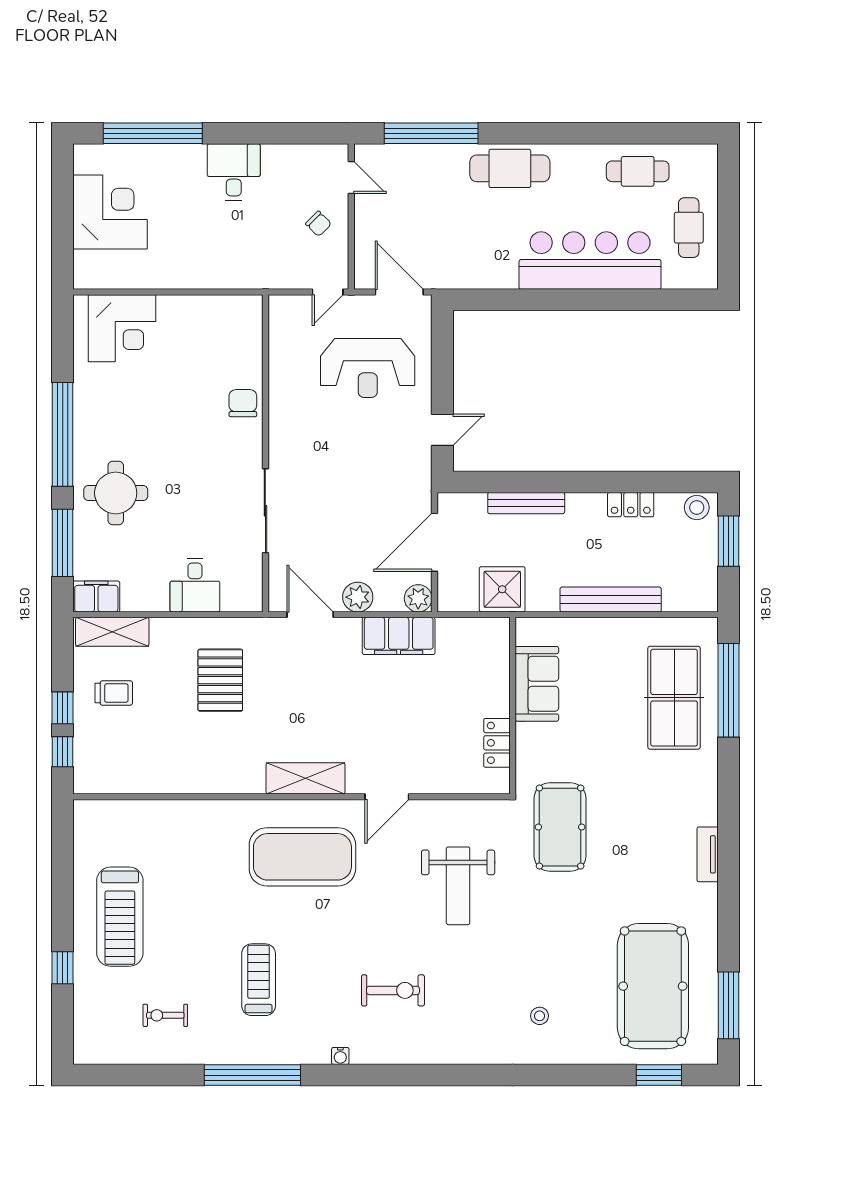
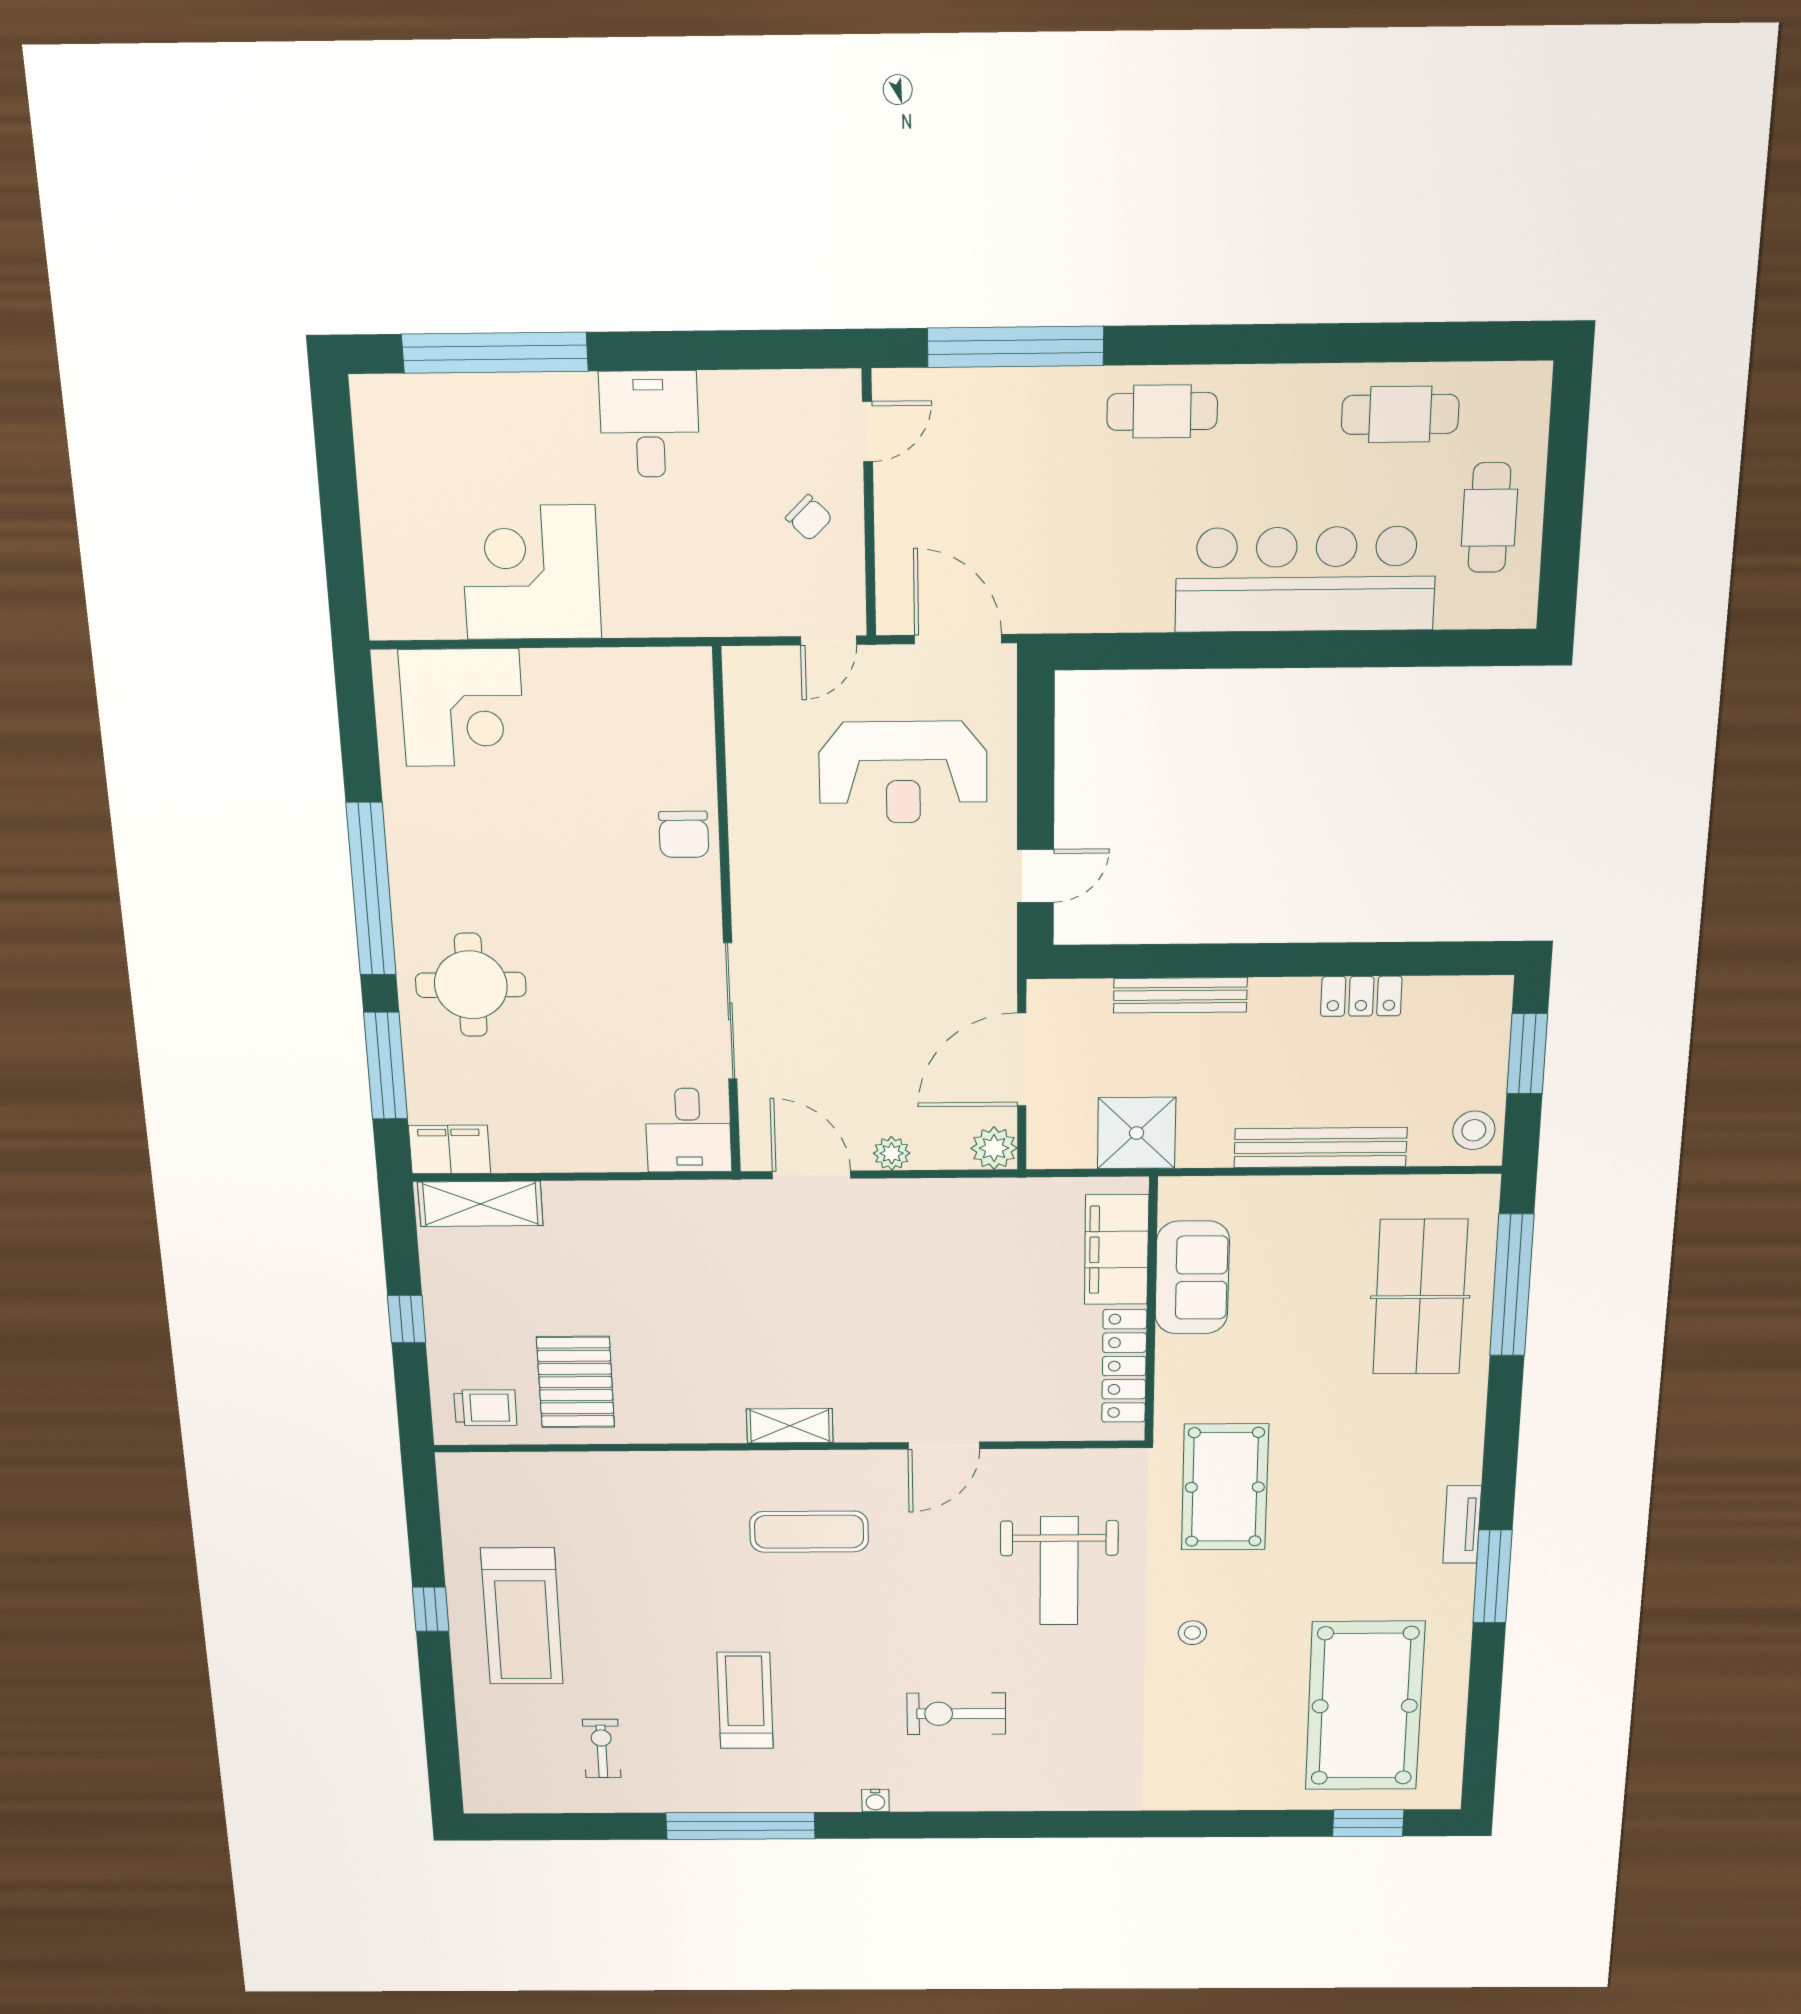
cafe table: (510, 168) -> (1162, 411), width x0.73, depth x0.74
door: (351, 177) -> (868, 432), hinge flipped
corner desk: (110, 212) -> (531, 572), moved, turned -90
chair: (243, 403) -> (684, 834), turned 180
stool: (697, 508) -> (1474, 1130), moved
desk: (195, 585) -> (688, 1130), moved
plant: (358, 597) -> (892, 1153), width x0.73, depth x0.73
filing cabinet: (399, 636) -> (1116, 1250), moved, turned 90
pallet: (220, 680) -> (576, 1382), moved
trolley: (114, 693) -> (485, 1408), moved
locker: (497, 743) -> (1124, 1366), width x1.53
window: (63, 752) -> (412, 1384), removed
shelving: (306, 778) -> (790, 1426), width x0.67, depth x0.75
exercise mat: (302, 857) -> (809, 1532), width x0.50, depth x0.69
window: (63, 968) -> (431, 1609), moved
exercise bike: (393, 990) -> (956, 1714), turned 180
window: (729, 1005) -> (1492, 1577), moved
exercise bike: (165, 1015) -> (602, 1749), turned 90
stool: (540, 1016) -> (1192, 1633), moved

